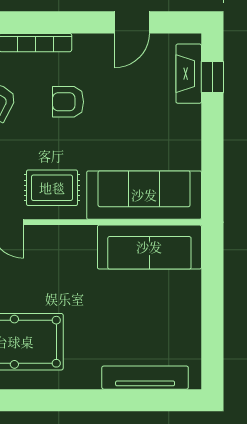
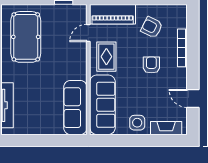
window: (212, 77) -> (164, 141), removed
side table: (178, 129) -> (137, 123), added

